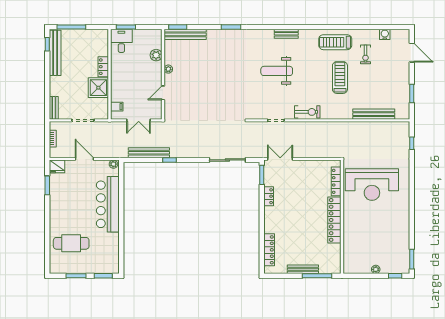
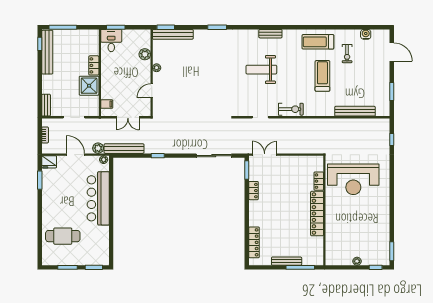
plant: (108, 152) -> (98, 148), added
bench: (149, 153) -> (124, 149), moved
locker: (336, 181) -> (319, 181), width x0.66

